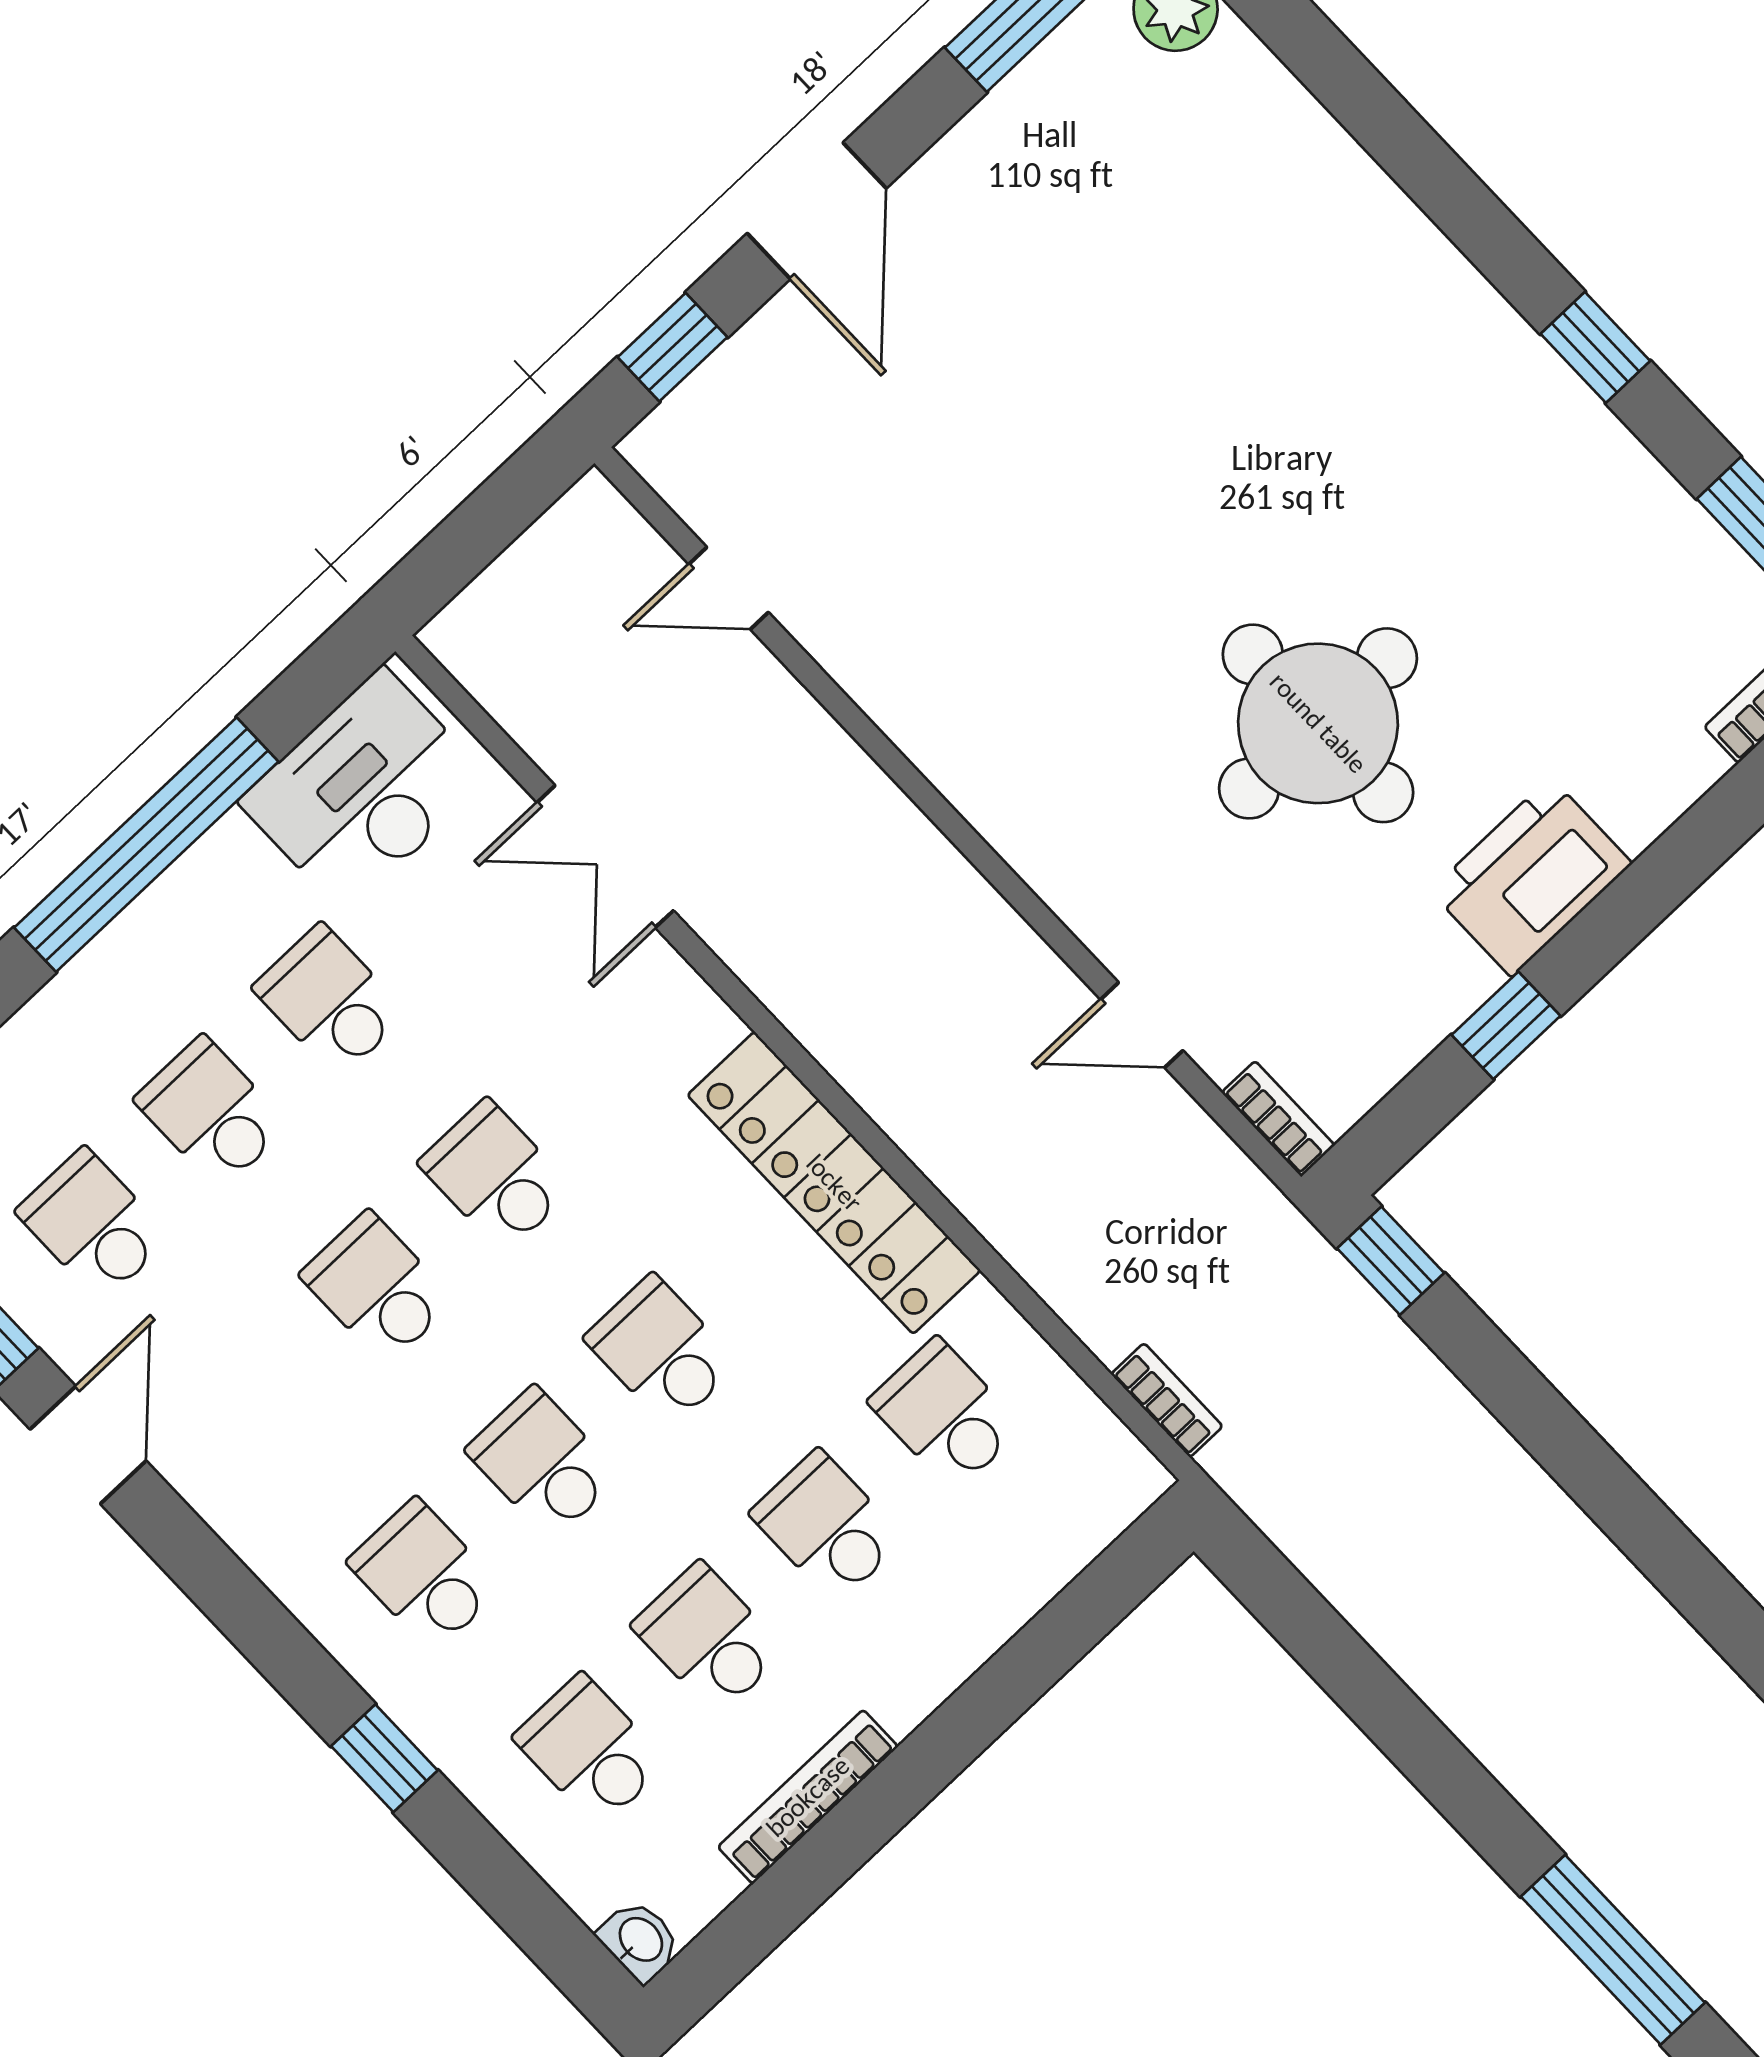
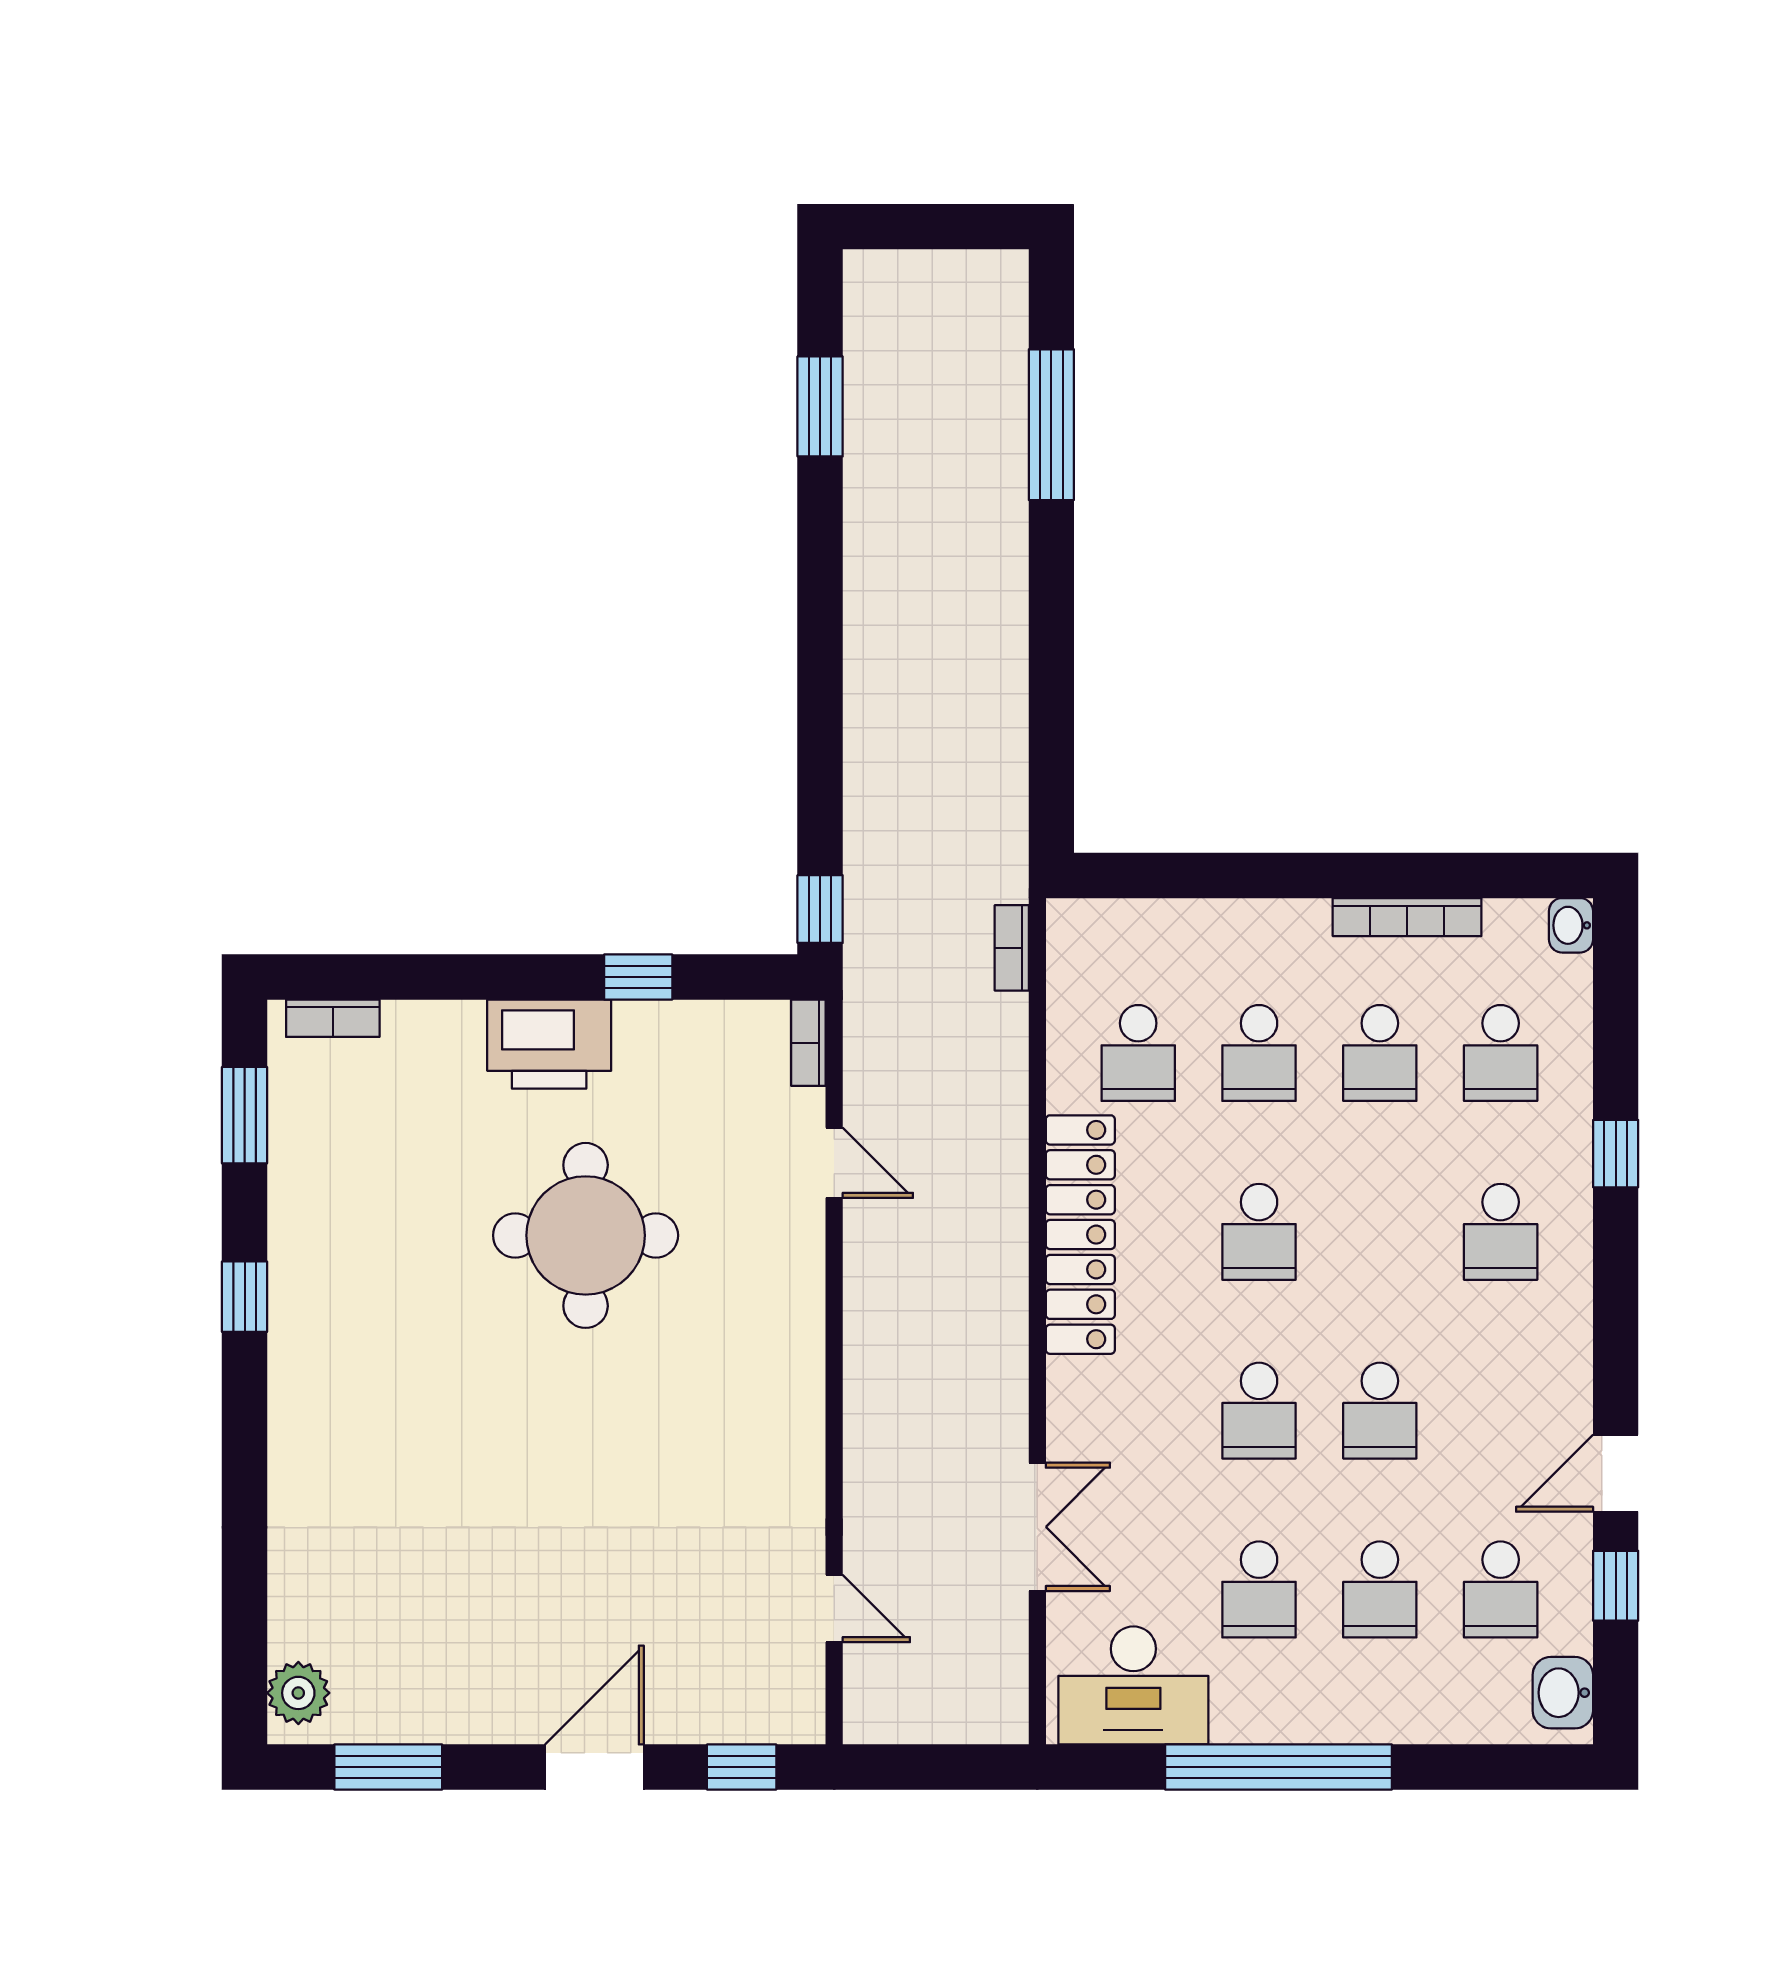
school desk: (543, 1463) -> (1380, 1232), removed

